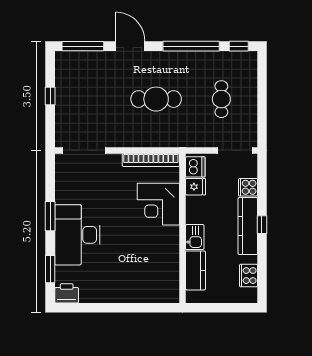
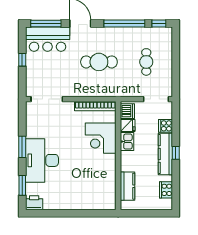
bar counter: (85, 68) -> (48, 39), added
kitchen sink: (195, 237) -> (127, 142), moved

